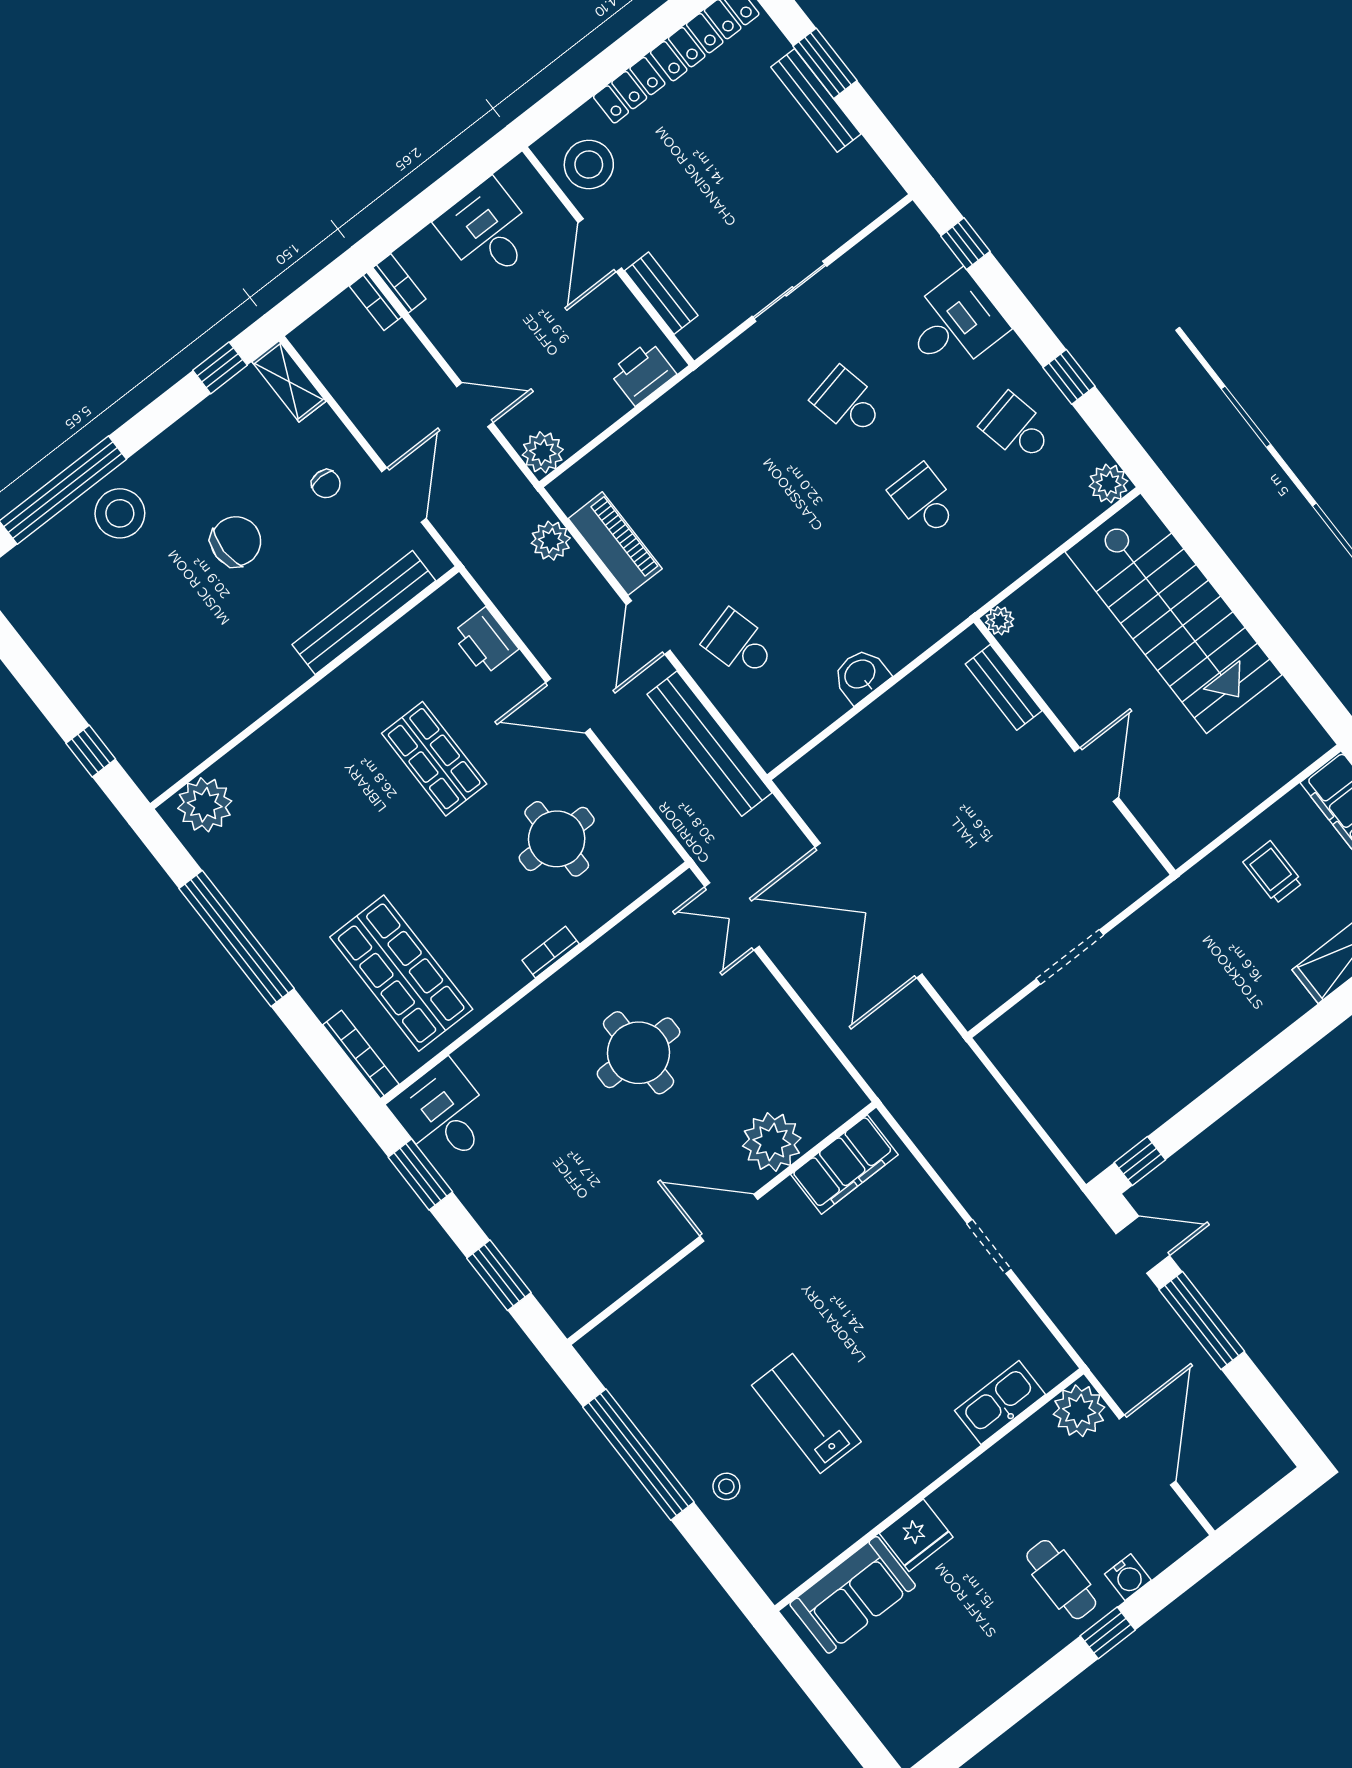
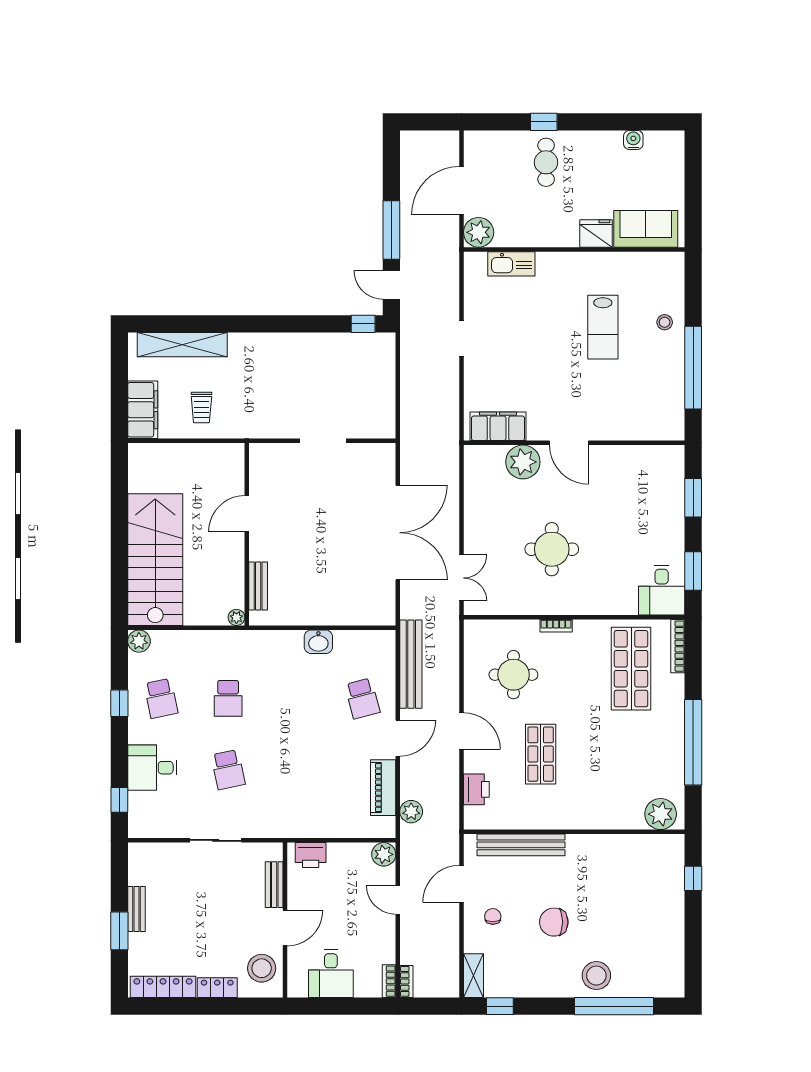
bench: (816, 100) -> (136, 909), width x0.73
water cooler: (1128, 1577) -> (633, 140), moved

